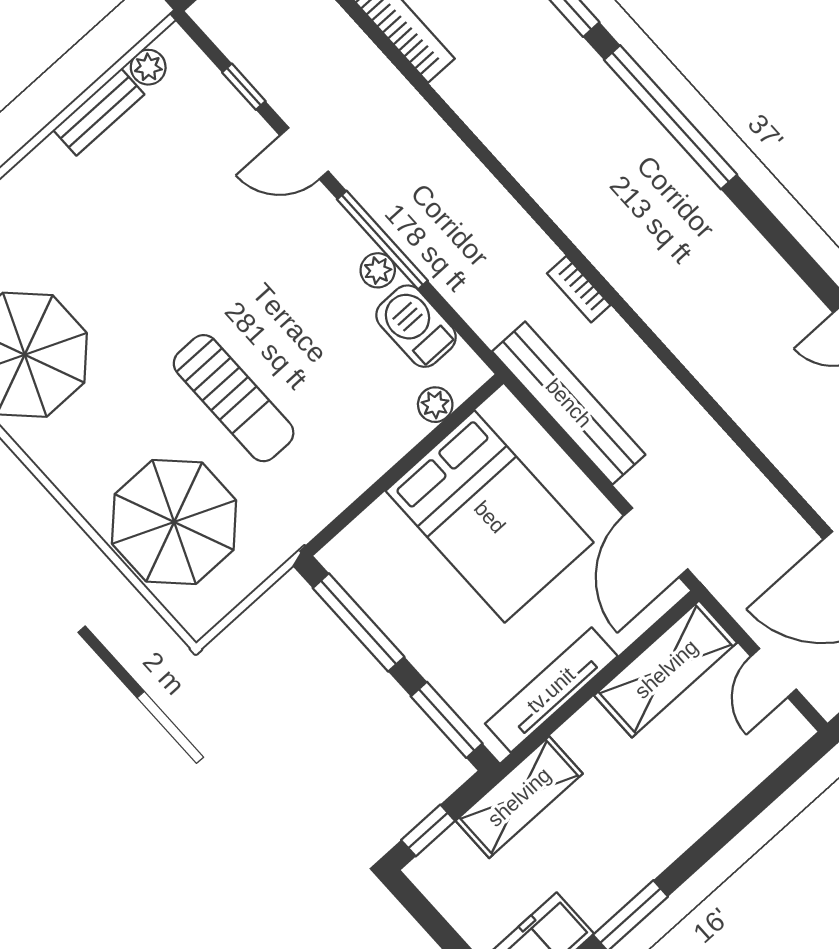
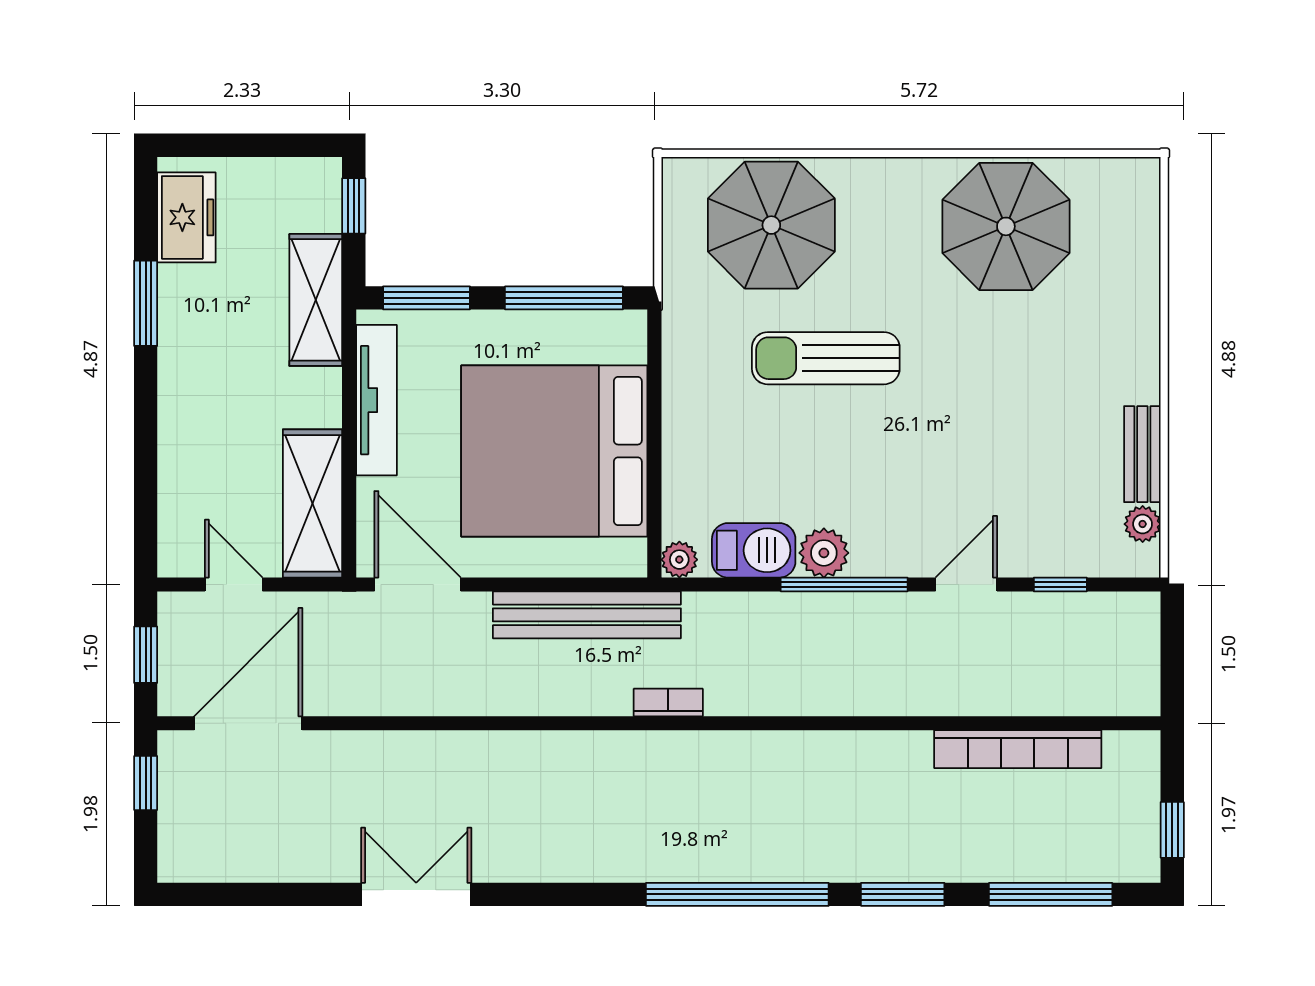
plant: (378, 270) -> (824, 553), width x1.38, depth x1.38
plant: (435, 405) -> (679, 560), moved
bed: (490, 517) -> (554, 451), width x1.36

